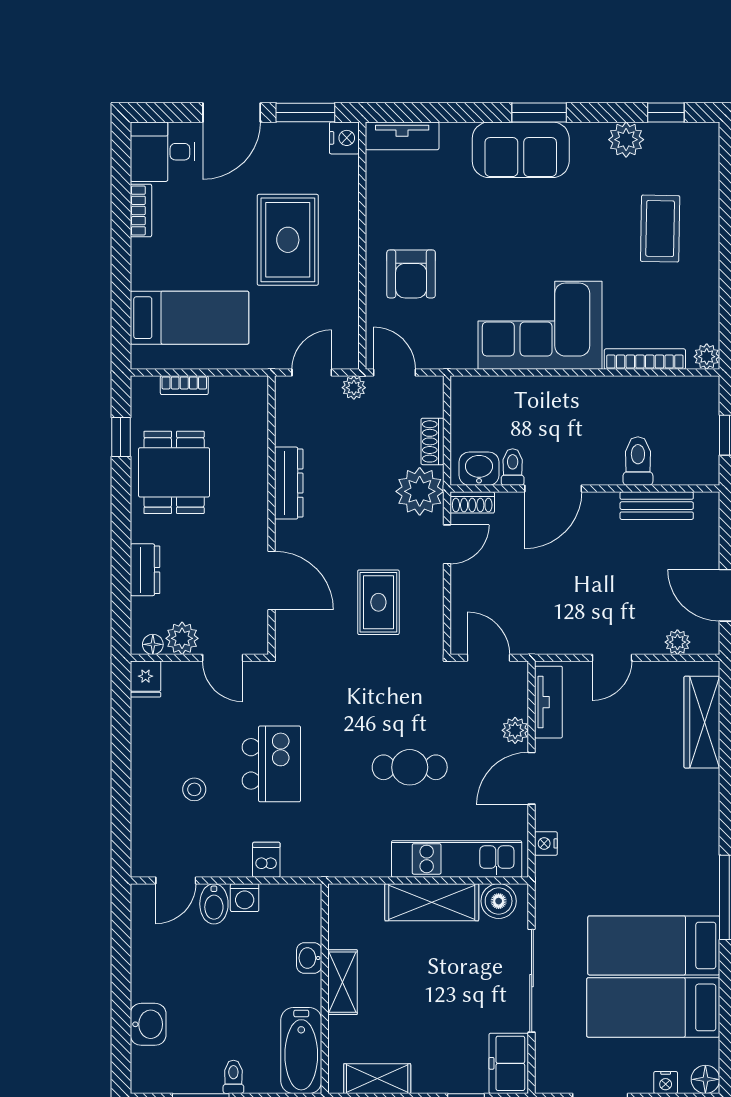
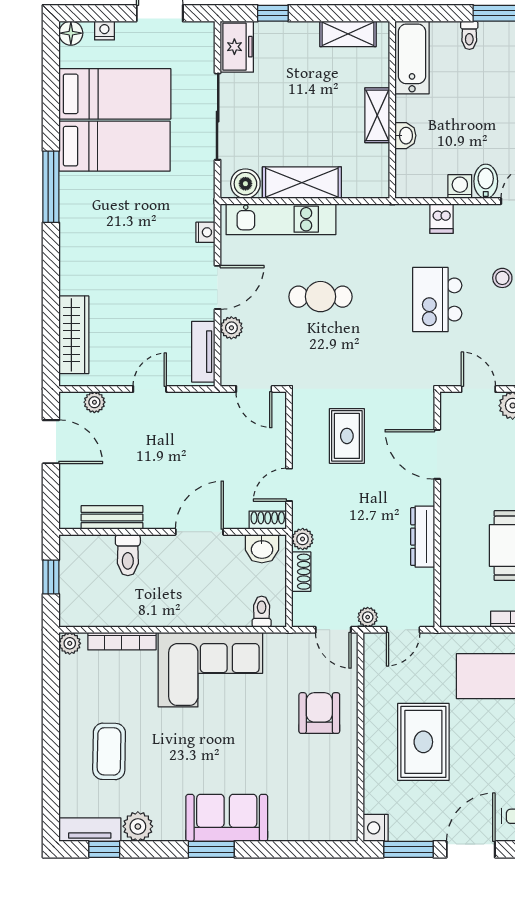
tv unit: (402, 136) -> (90, 830), moved
toilet: (513, 467) -> (262, 612), moved, turned 180
plant: (420, 491) -> (303, 539), width x0.53, depth x0.53

